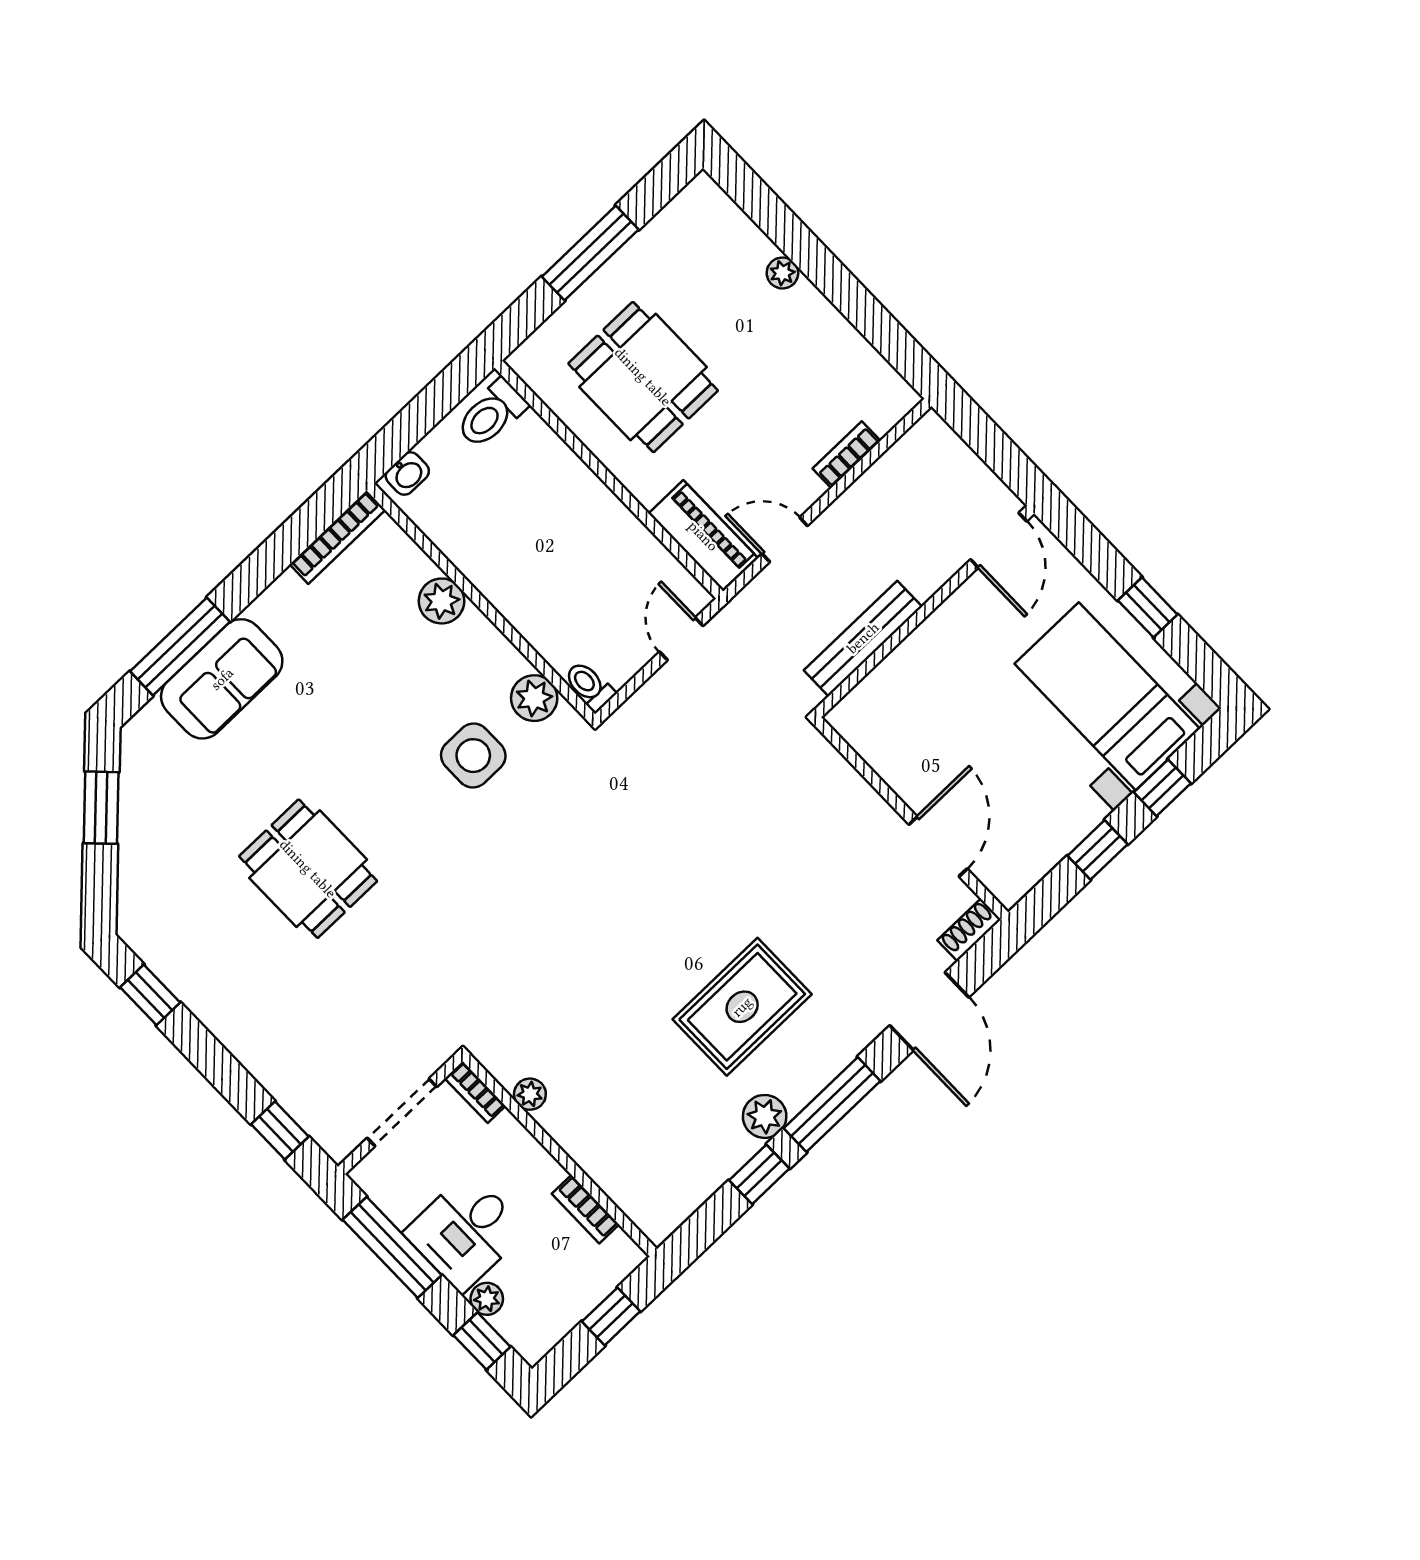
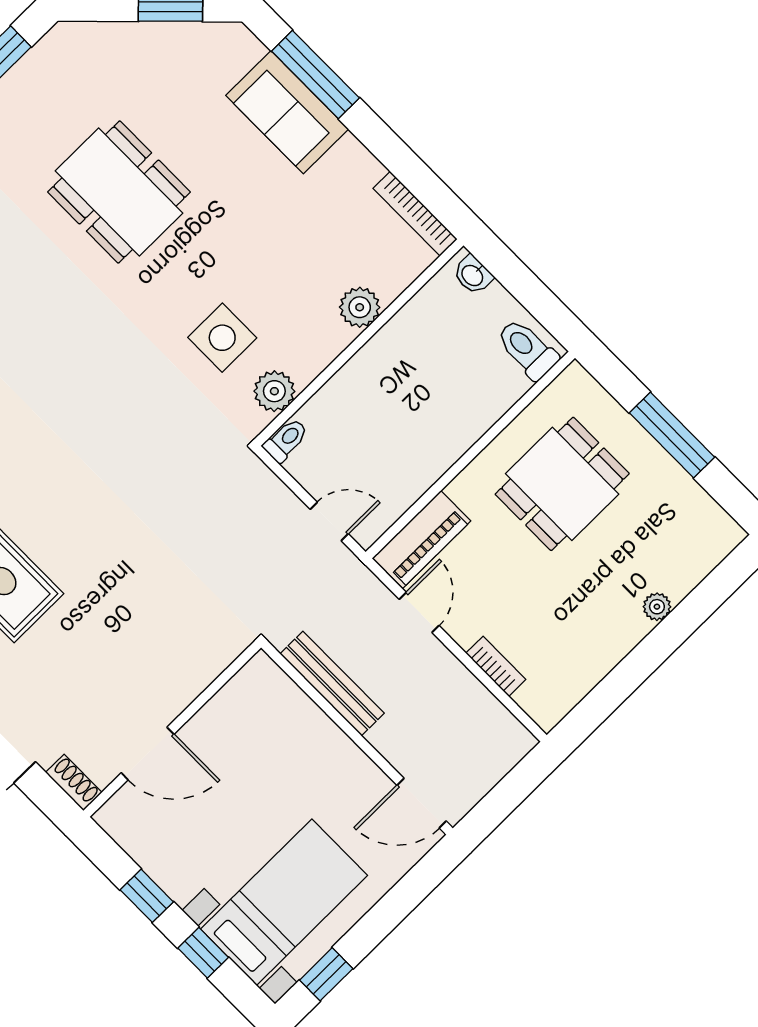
window: (1148, 607) -> (326, 974), moved
dining table: (308, 869) -> (119, 192), width x1.38

